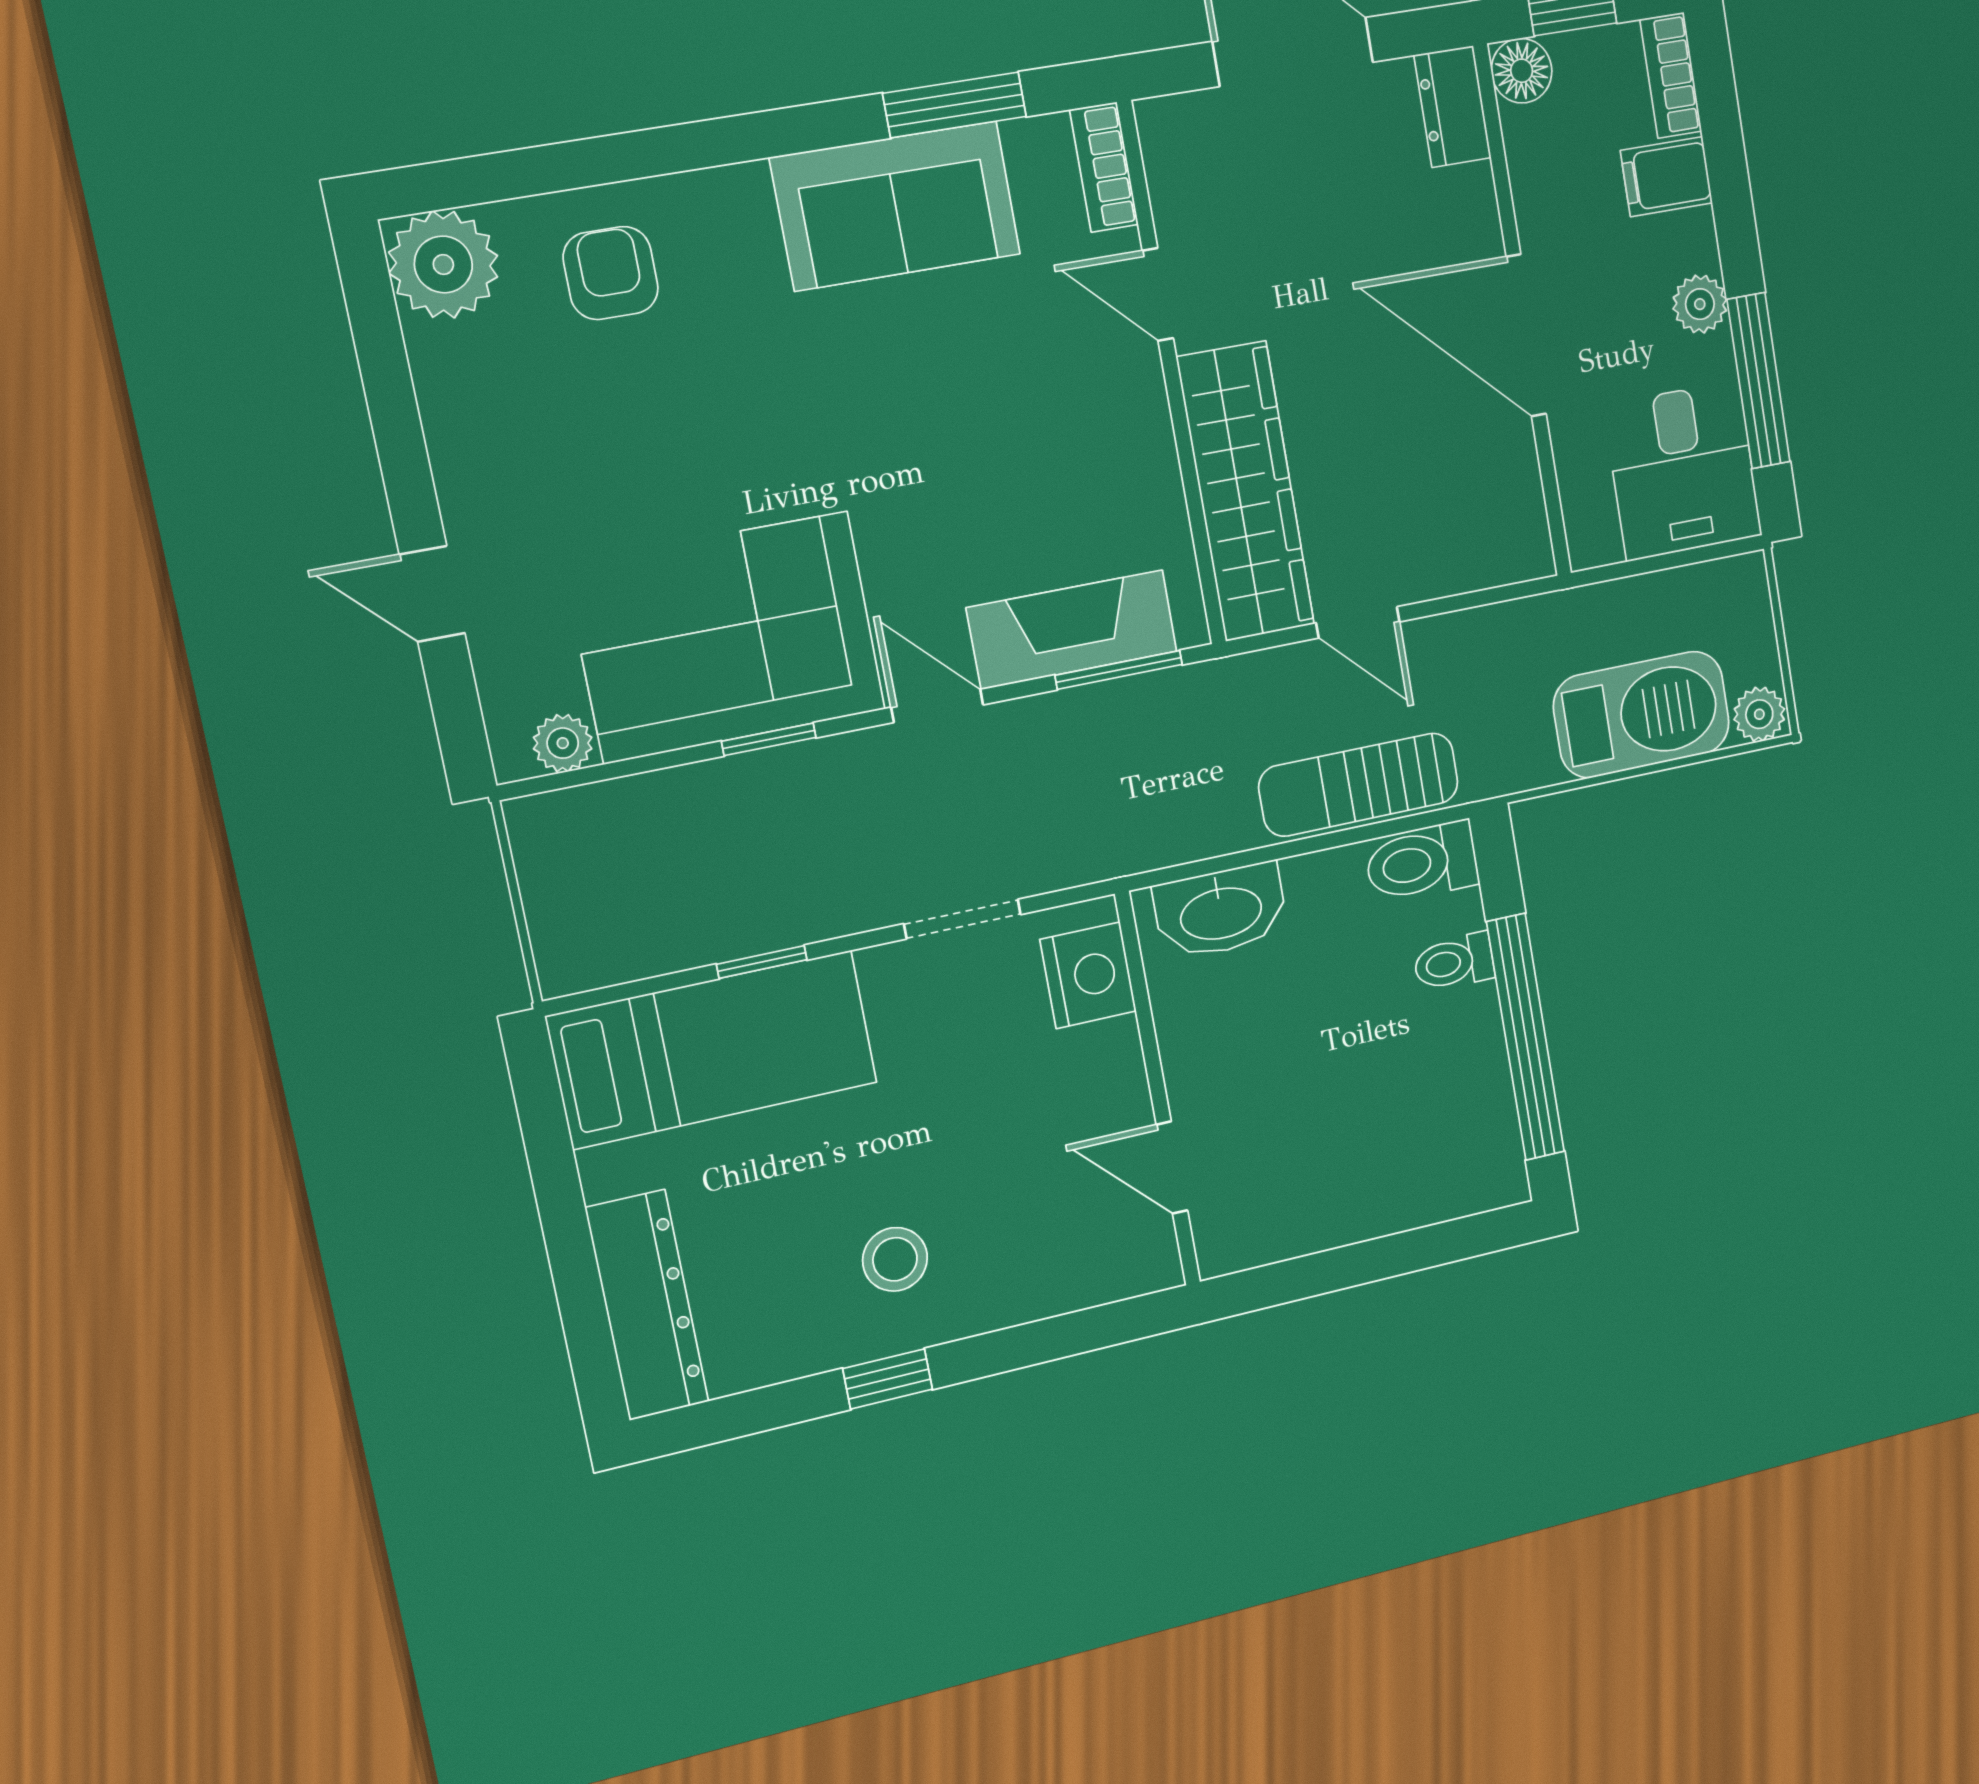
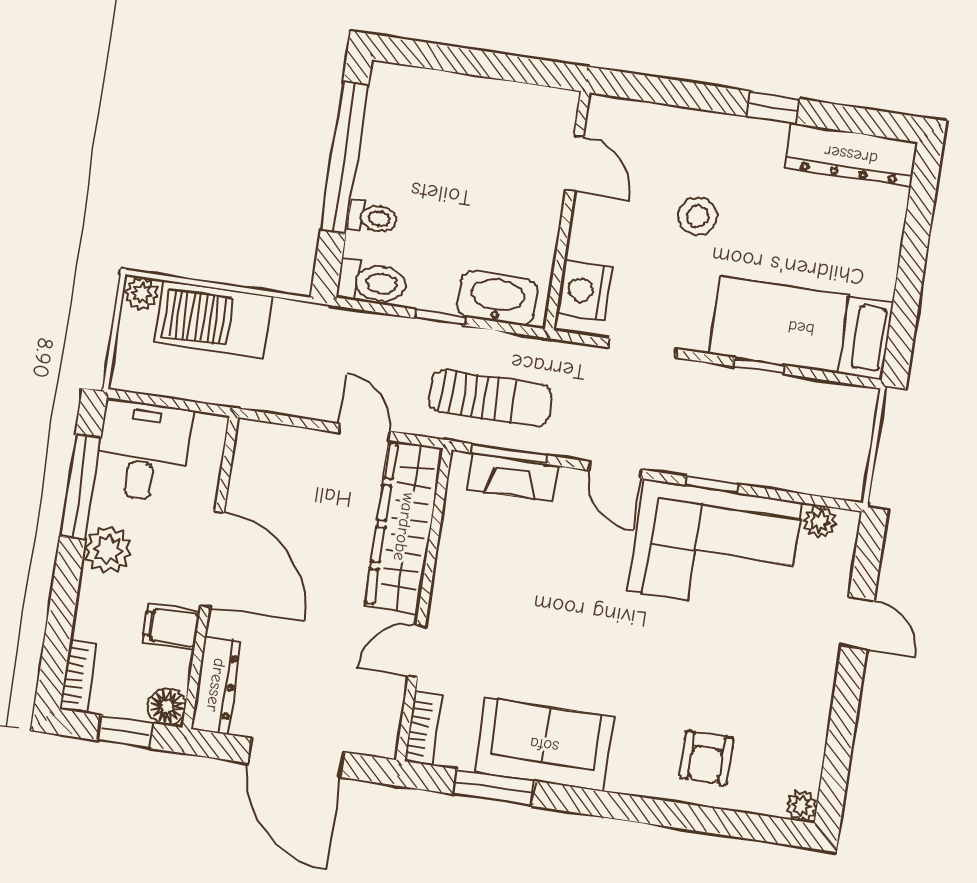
dresser: (1453, 107) -> (216, 685), width x1.44
filing cabinet: (1666, 177) -> (171, 627), moved, turned 180
plant: (443, 264) -> (802, 806), width x0.53, depth x0.53
door: (1158, 295) -> (417, 651), swing flipped
plant: (1700, 304) -> (108, 550), width x1.38, depth x1.38
fireplace: (1072, 630) -> (512, 477), width x0.73, depth x0.76
sun lounger: (1359, 785) -> (491, 398), moved
window: (1300, 847) -> (440, 317), added
stool: (895, 1259) -> (698, 216), moved
dresser: (647, 1305) -> (851, 155), moved, turned -90

